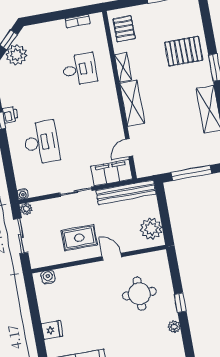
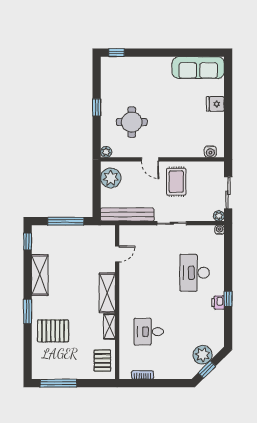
filing cabinet: (112, 173) -> (137, 234), removed
rug: (79, 238) -> (176, 182), turned 90
plant: (174, 327) -> (106, 152), moved

